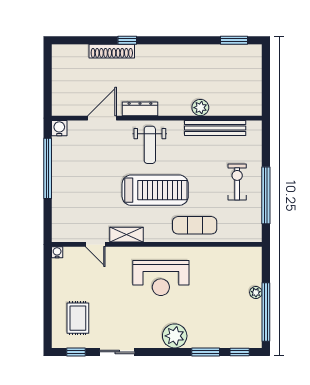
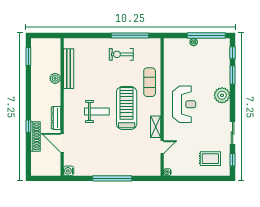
plant: (200, 108) -> (55, 78), moved
dresser: (140, 109) -> (56, 118), moved
door: (102, 118) -> (62, 143), moved
wall: (157, 118) -> (62, 107), moved
water cooler: (59, 128) -> (69, 171), moved
bench: (215, 128) -> (69, 69), moved

